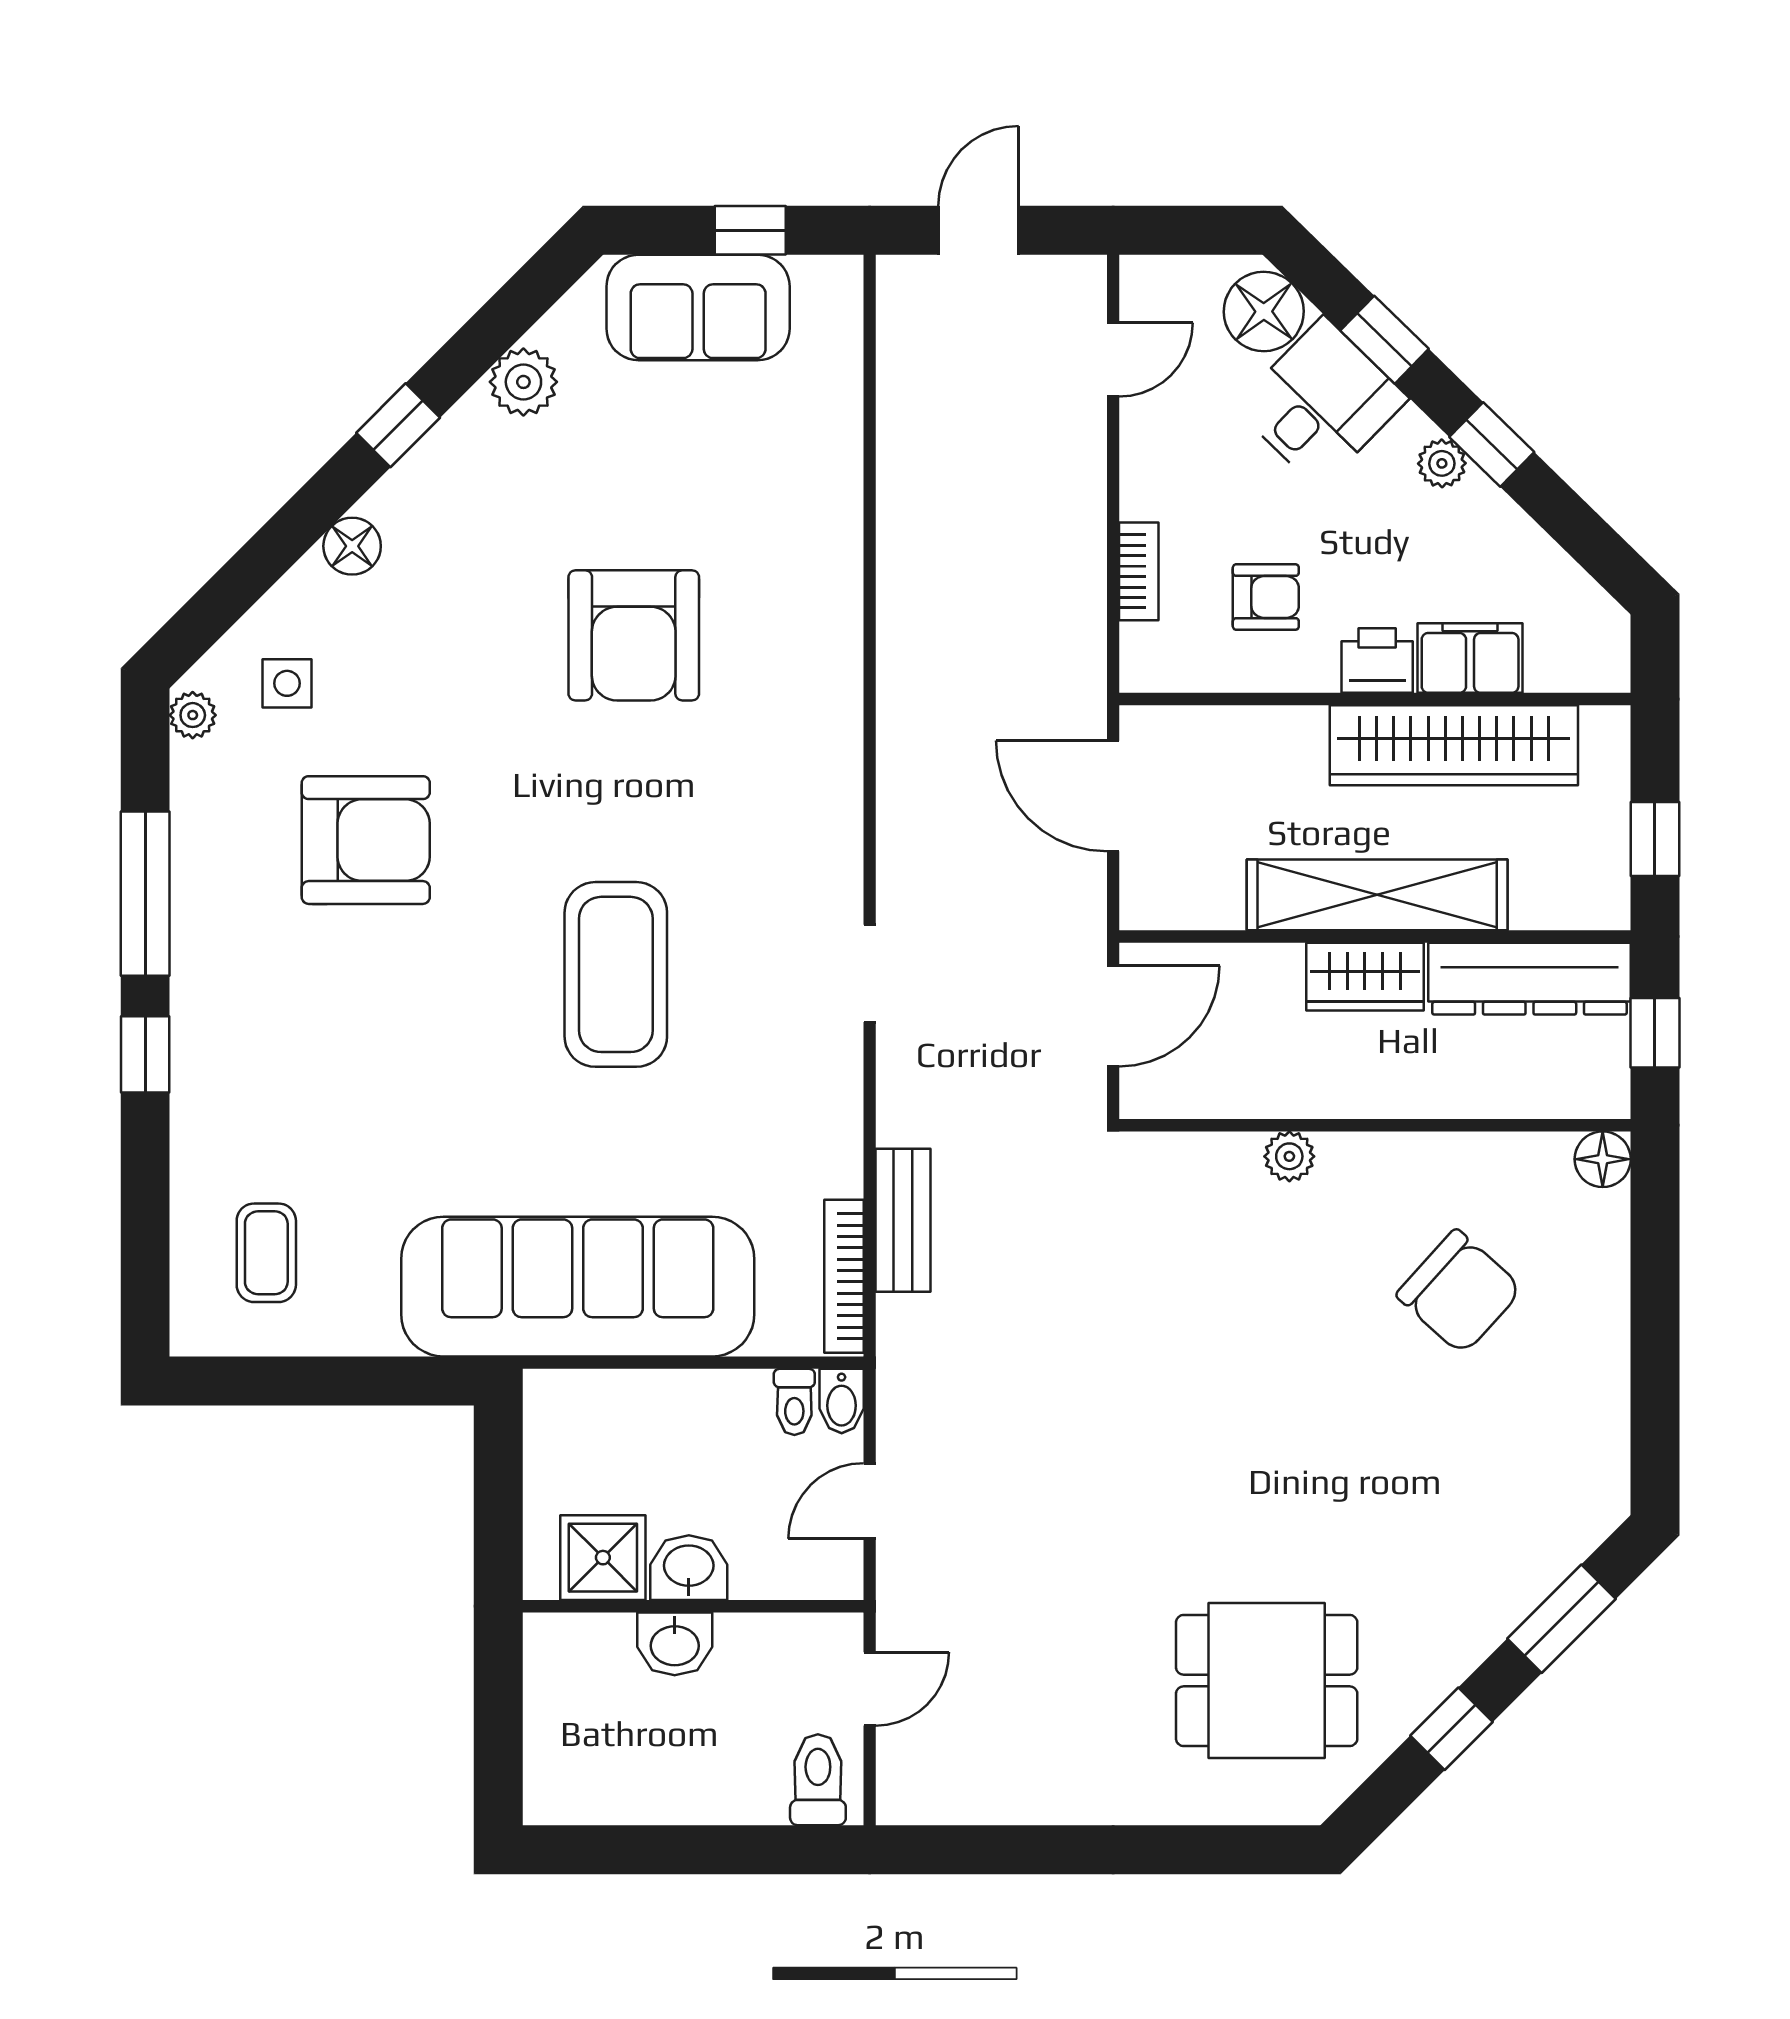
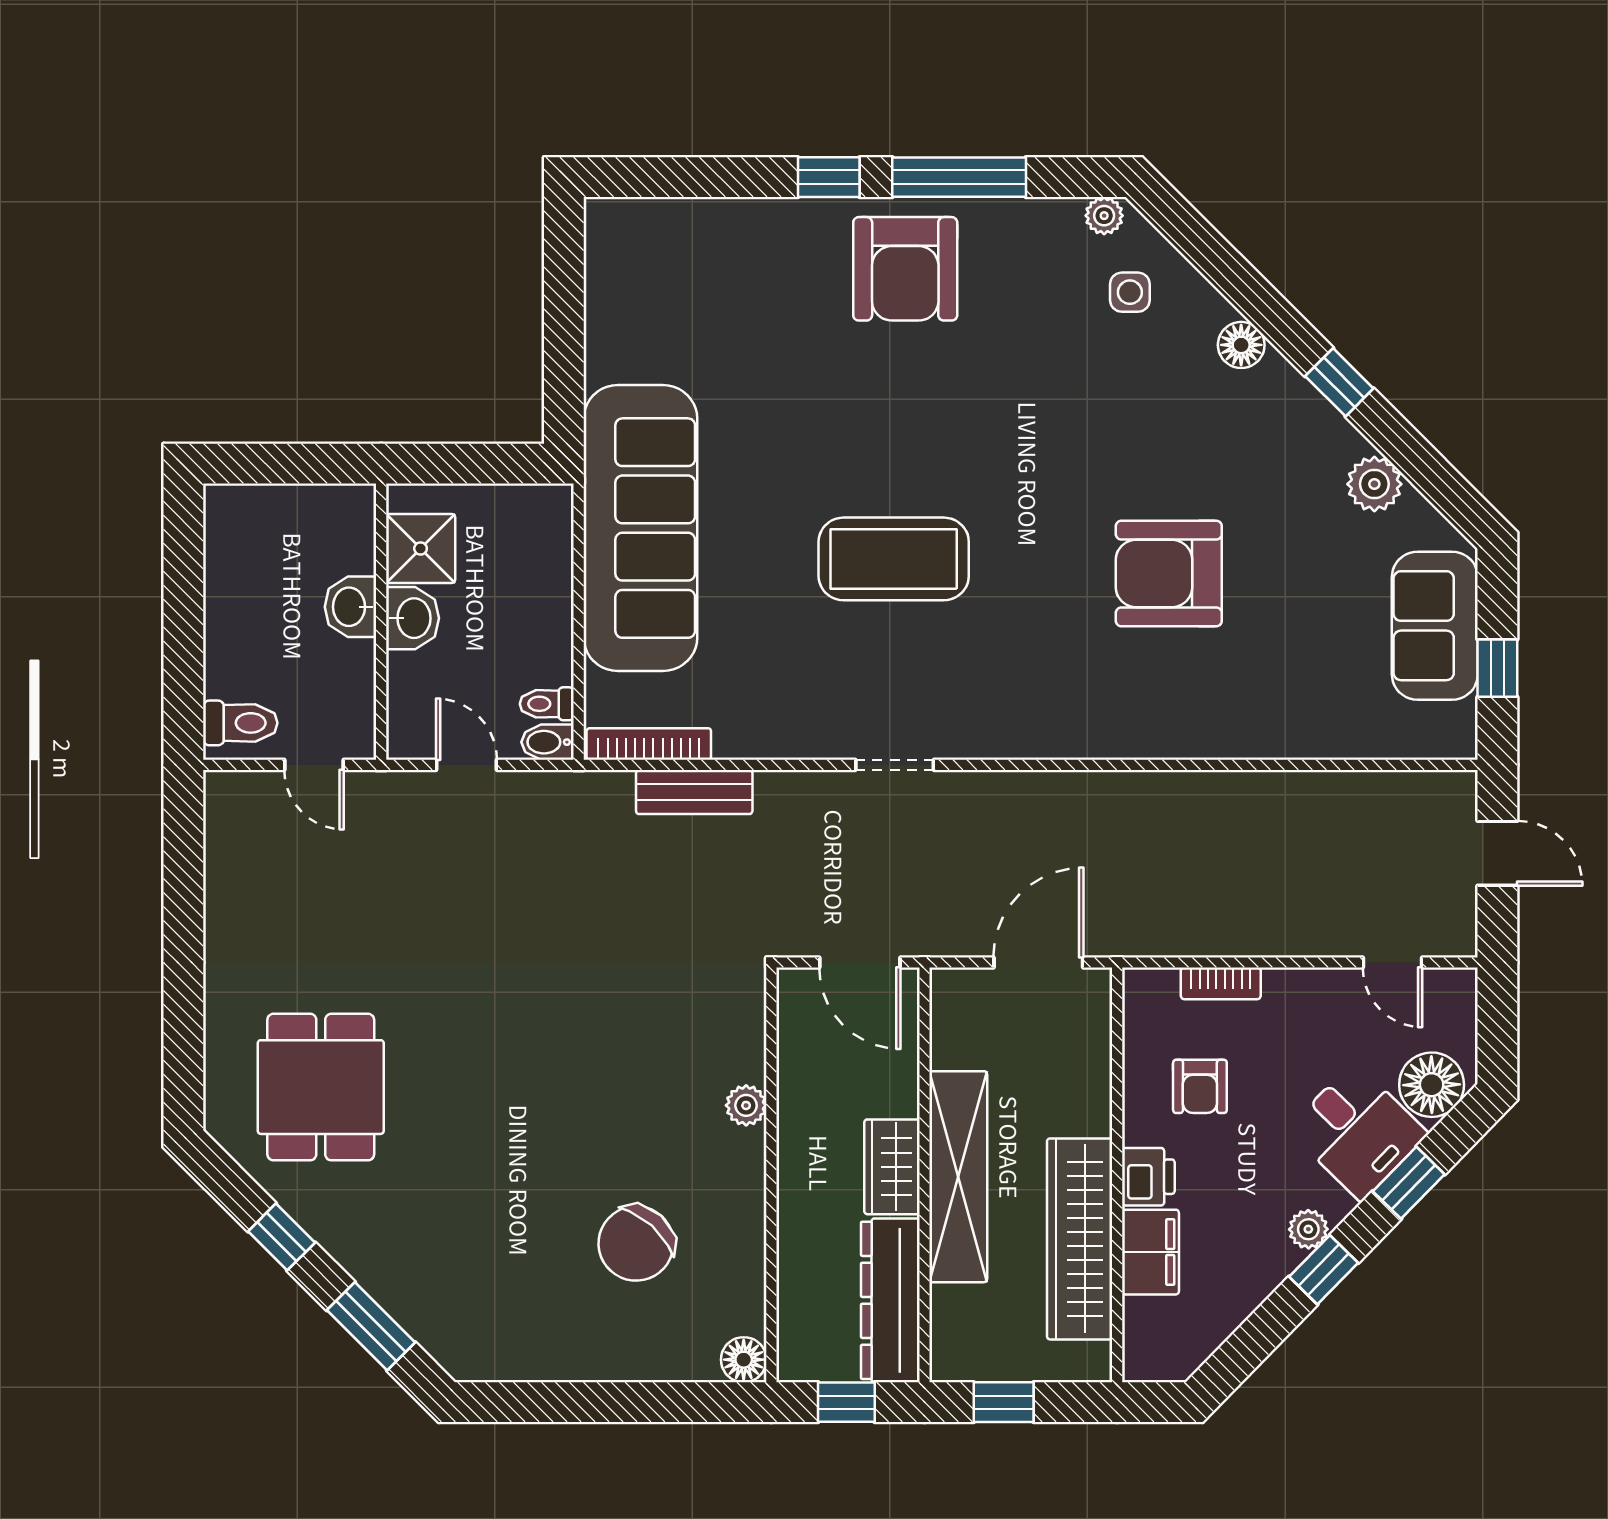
armchair: (366, 840) -> (905, 269), moved
coffee table: (266, 1253) -> (668, 275), removed

